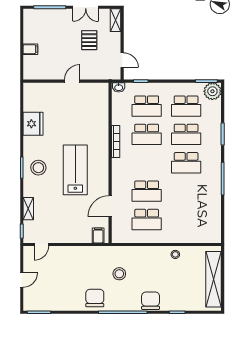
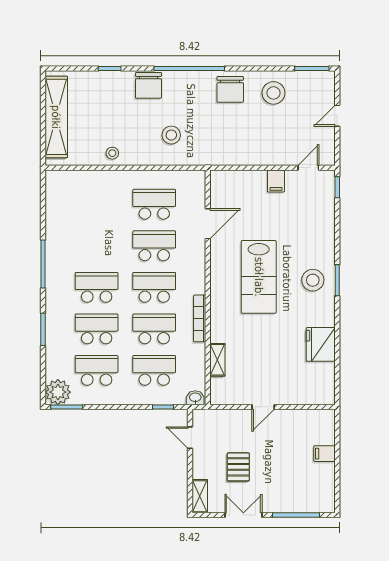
school desk: (147, 163) -> (154, 287), added
shelving: (28, 209) -> (217, 360), moved
filing cabinet: (98, 235) -> (276, 181), moved
stool: (119, 274) -> (171, 135), moved
stool: (65, 296) -> (273, 93), added

